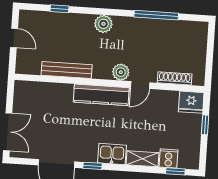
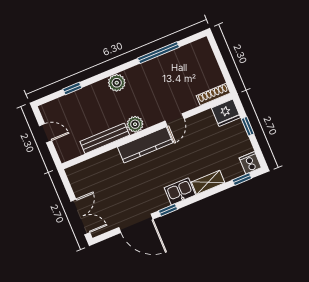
plant: (121, 72) -> (135, 124), moved
shoe rack: (175, 78) -> (213, 94), moved
cooker: (168, 158) -> (250, 163), moved

